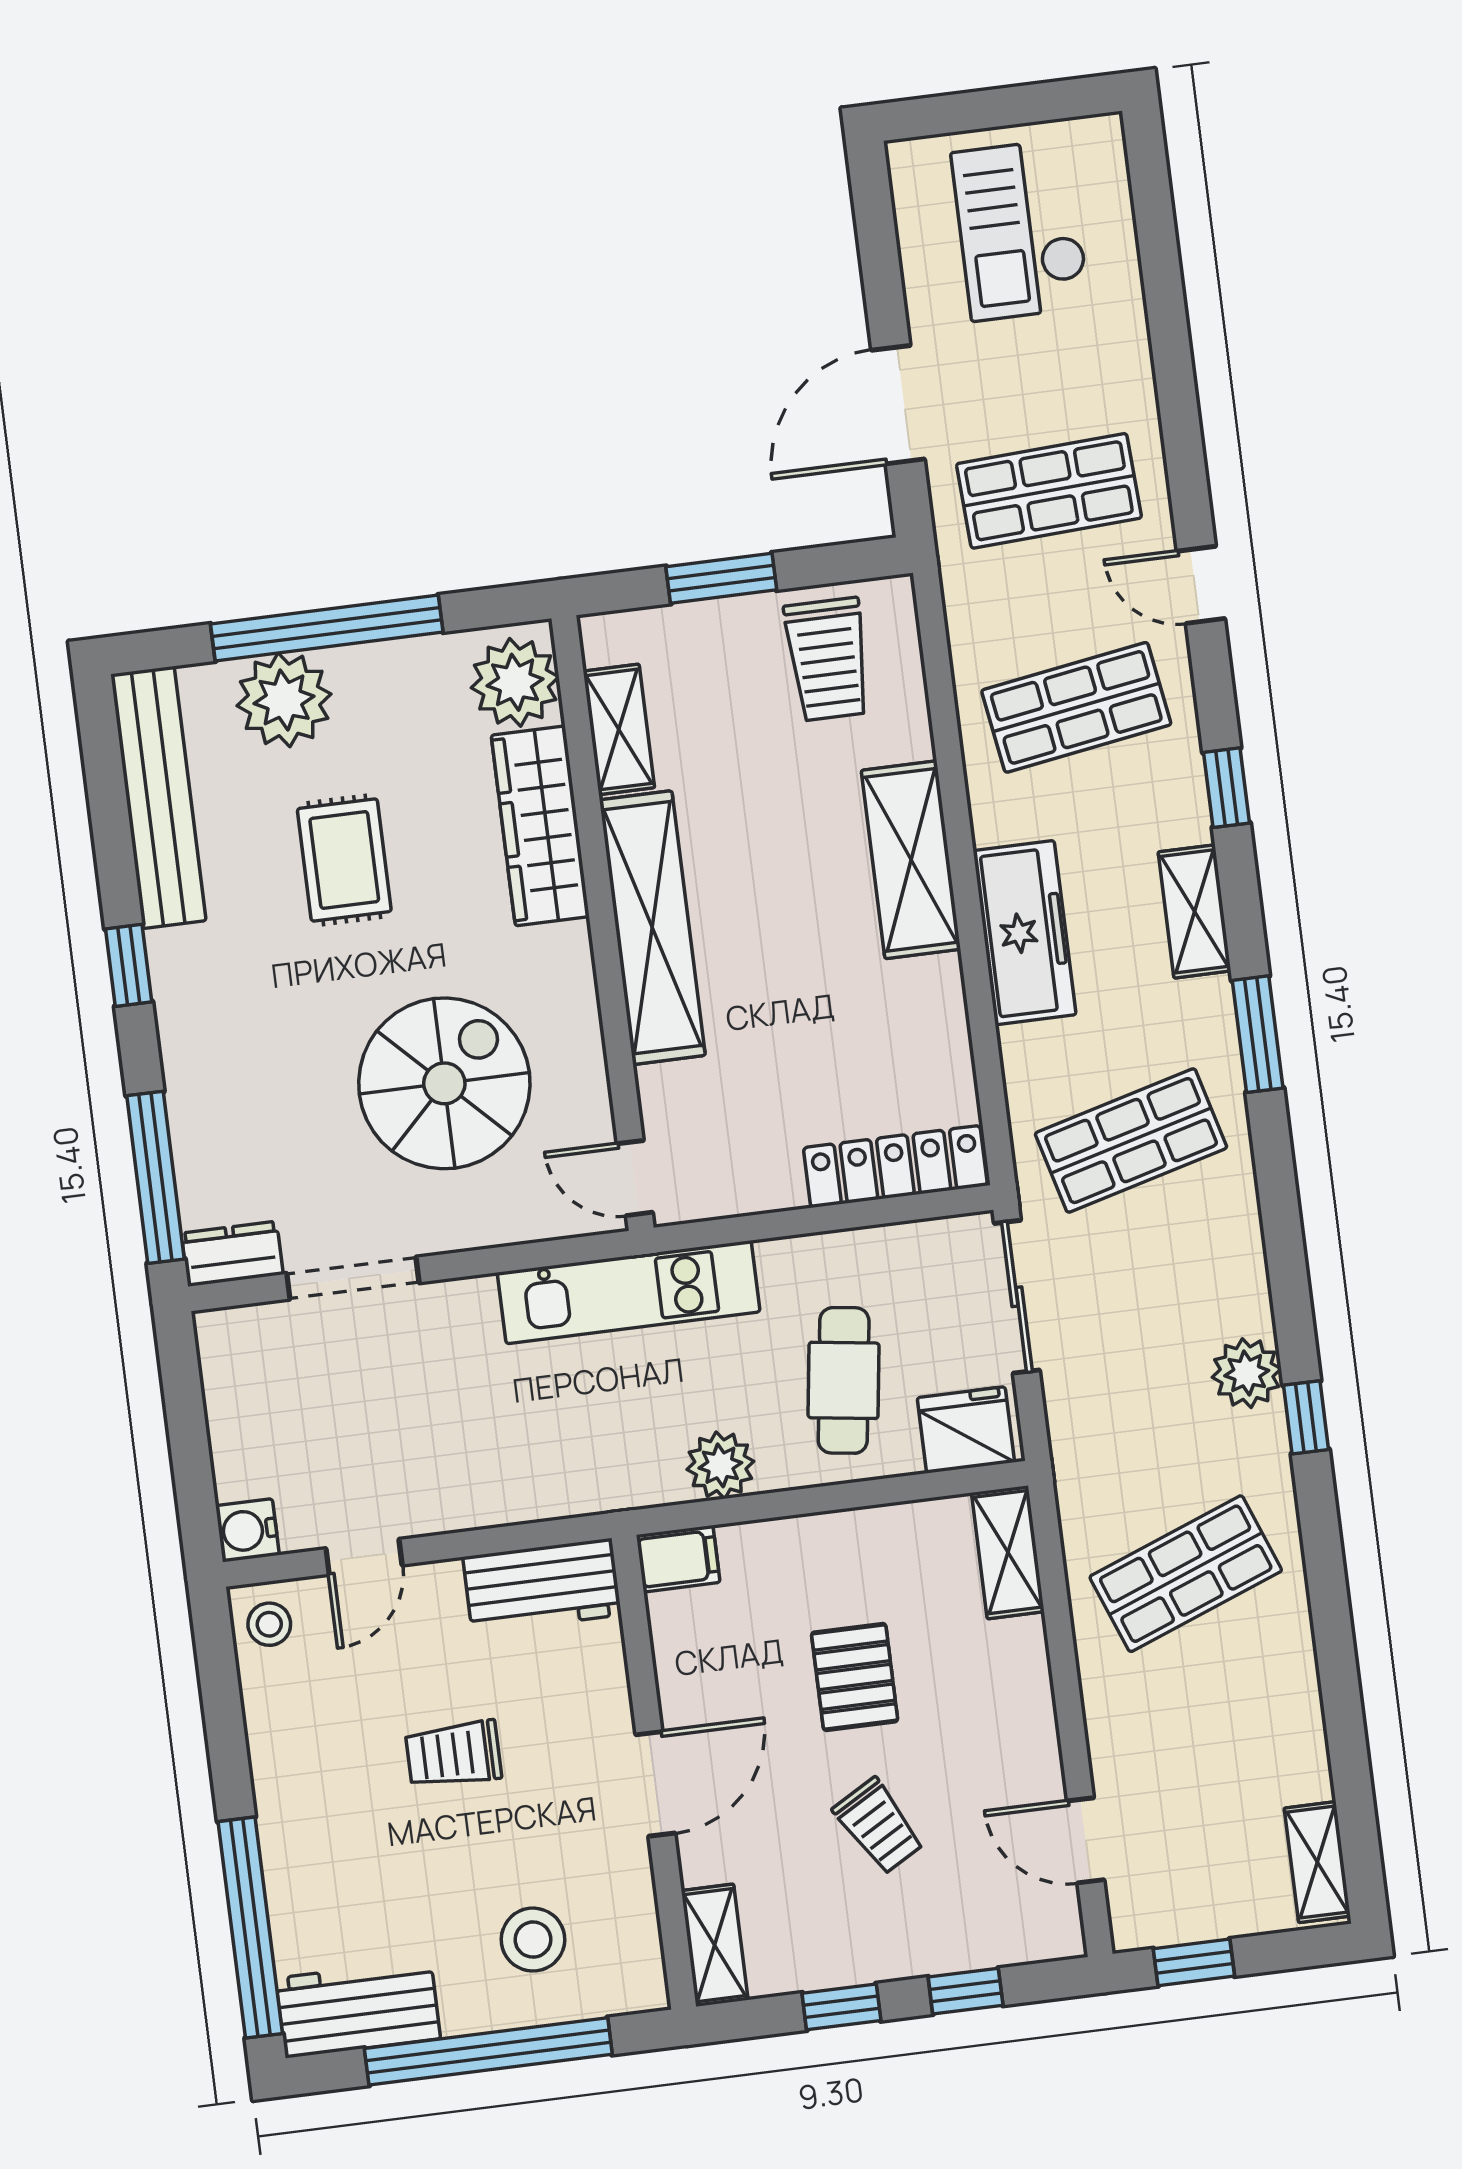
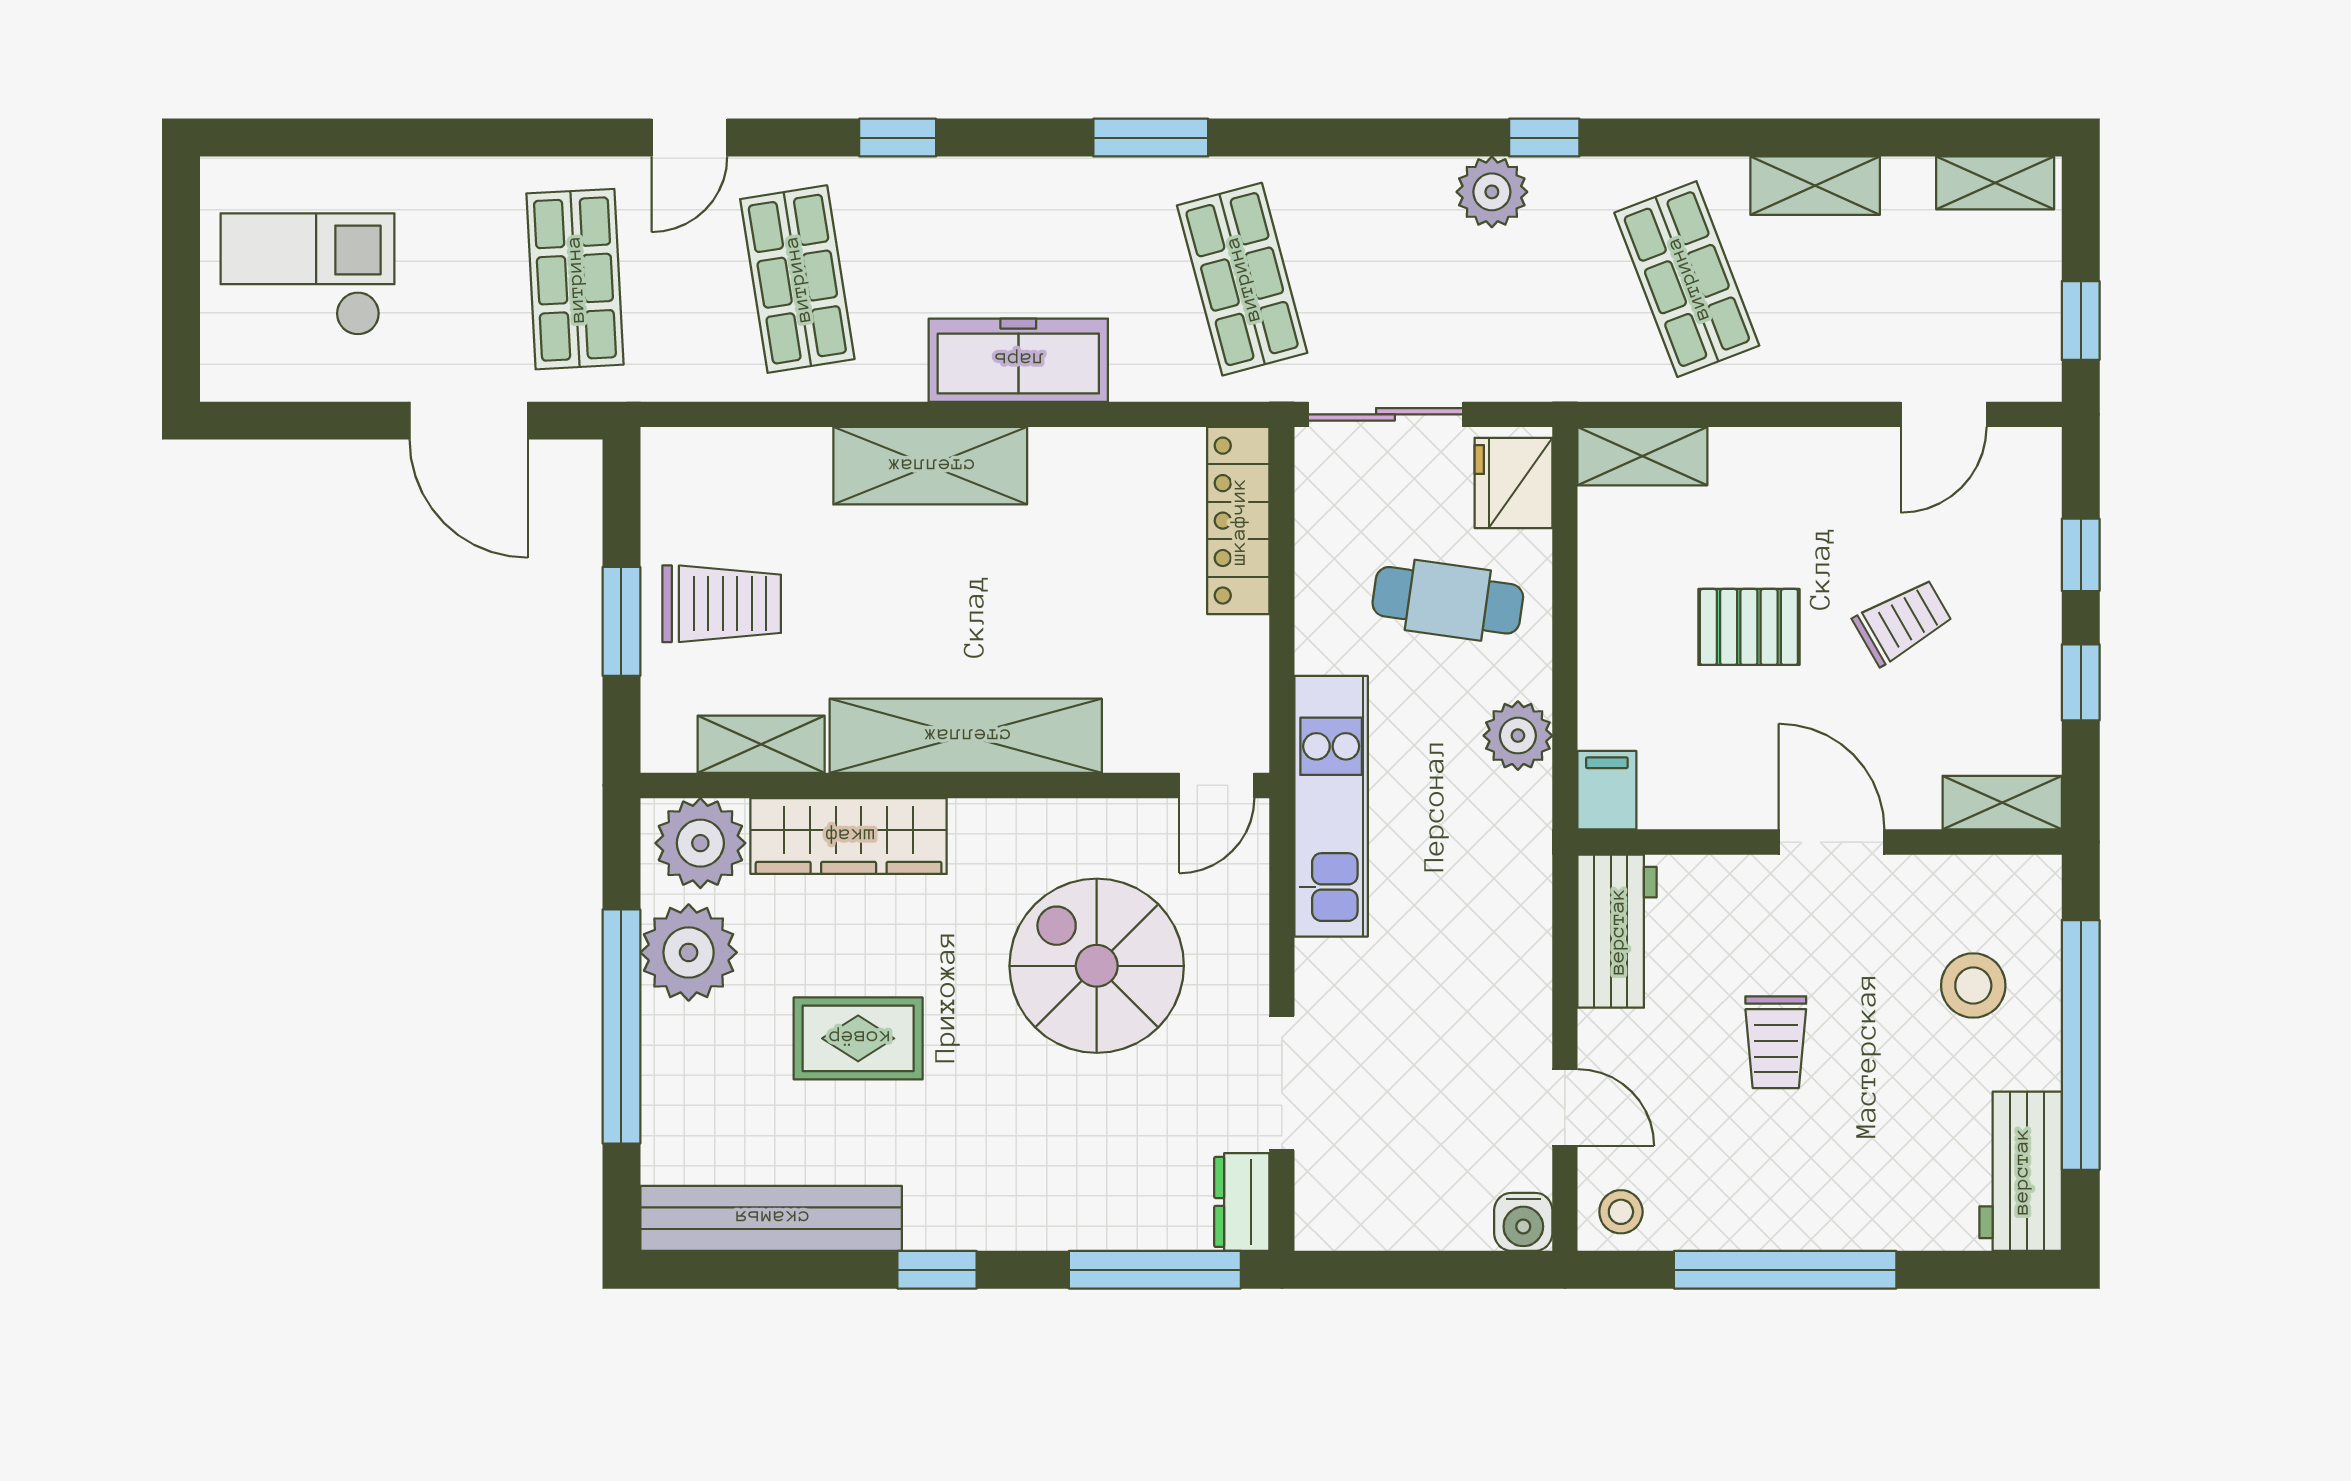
checkout: (1021, 230) -> (308, 274), turned 180
trolley: (828, 659) -> (722, 604), moved
plant: (284, 700) -> (689, 952), moved
shelving: (1195, 911) -> (1815, 186), moved
window: (250, 1928) -> (1785, 1270), moved

